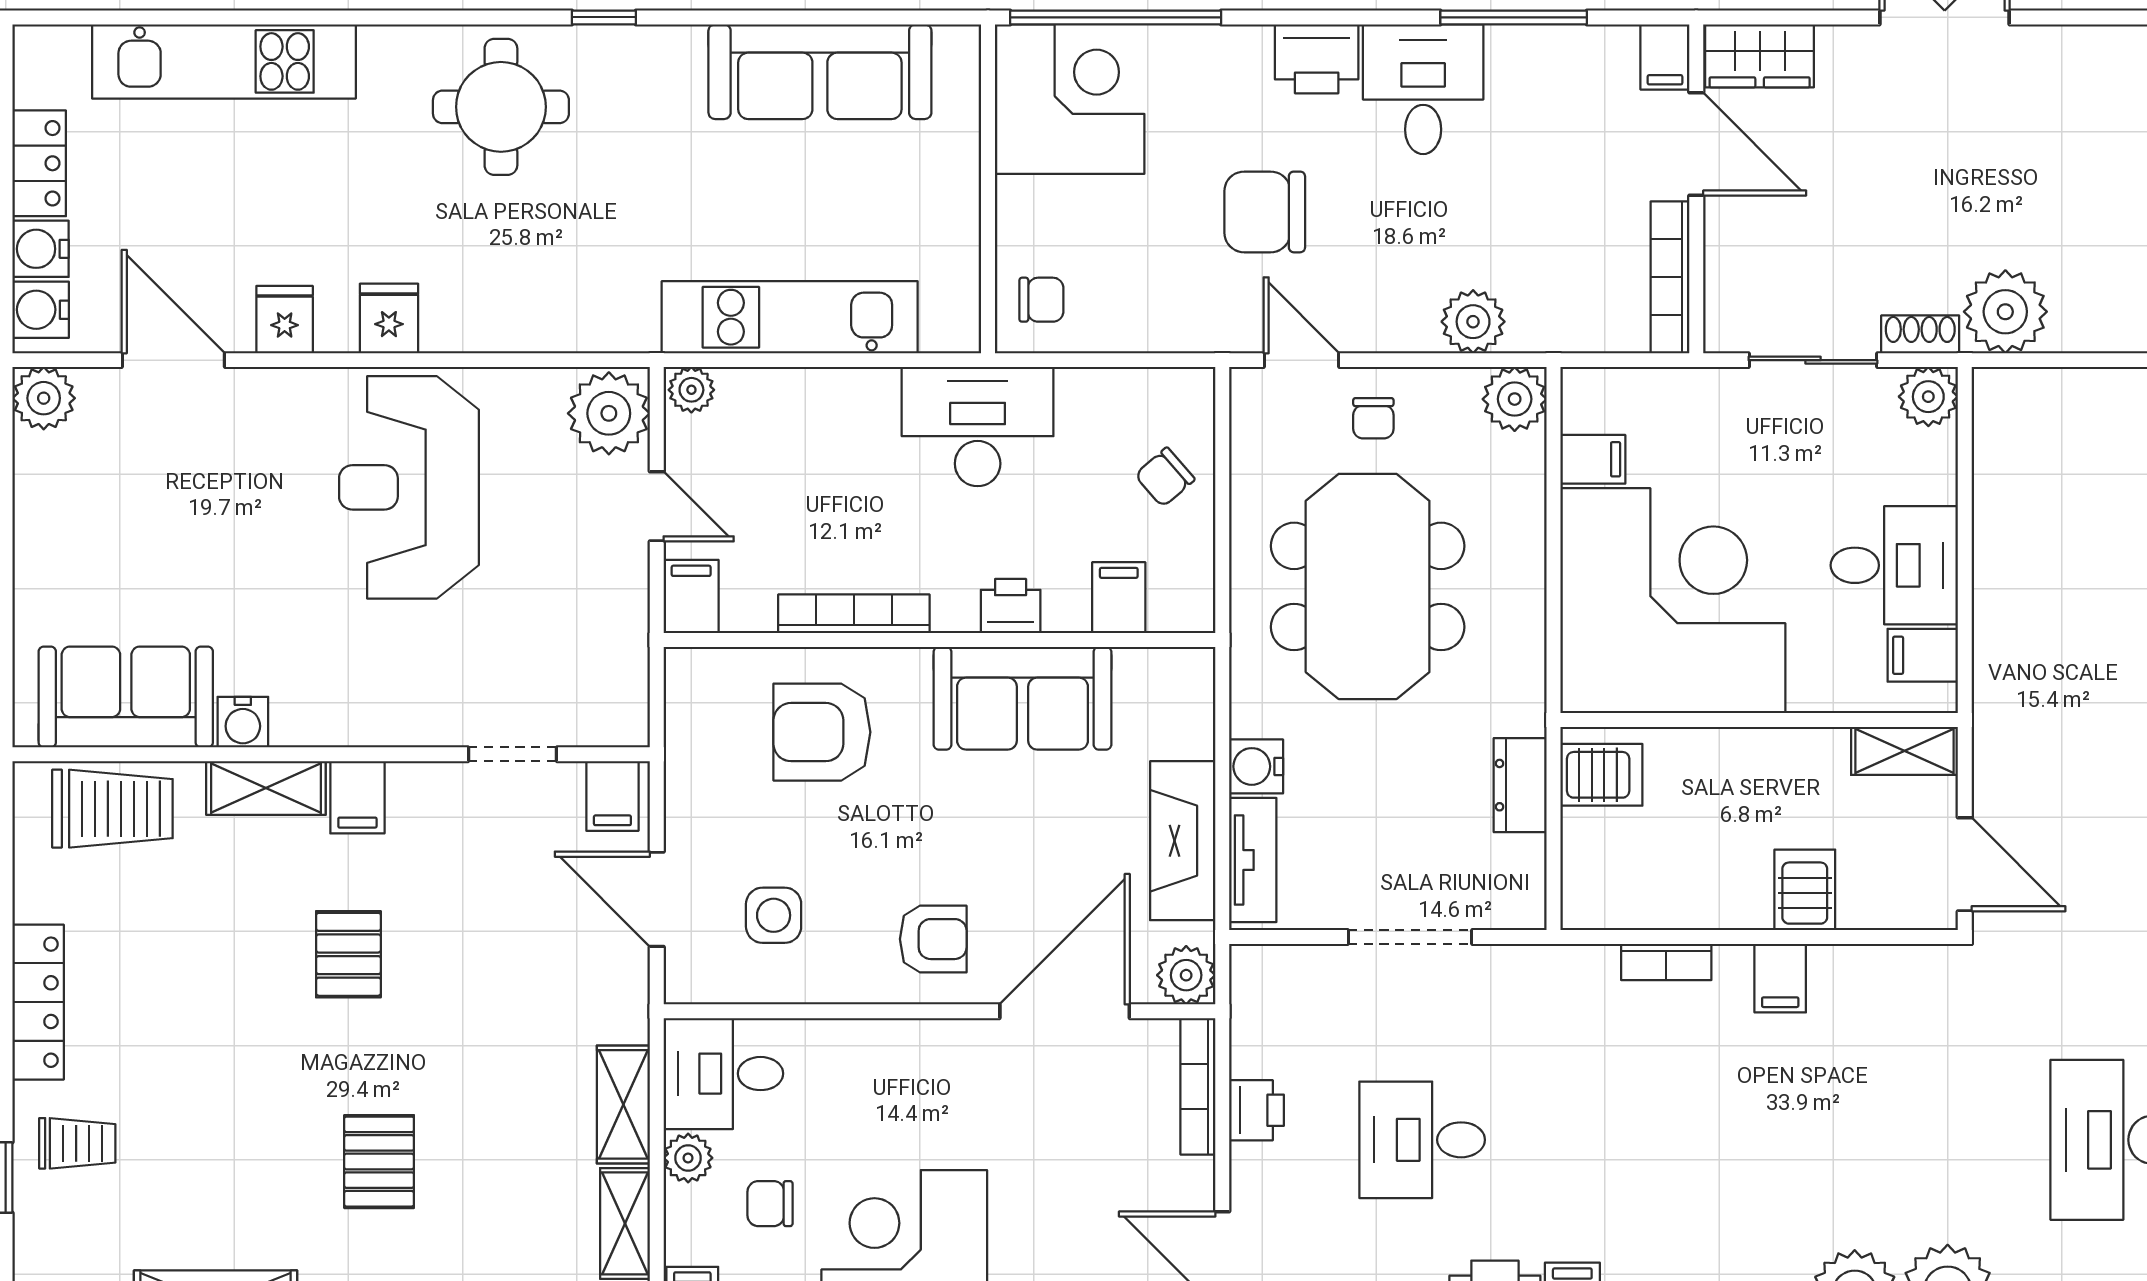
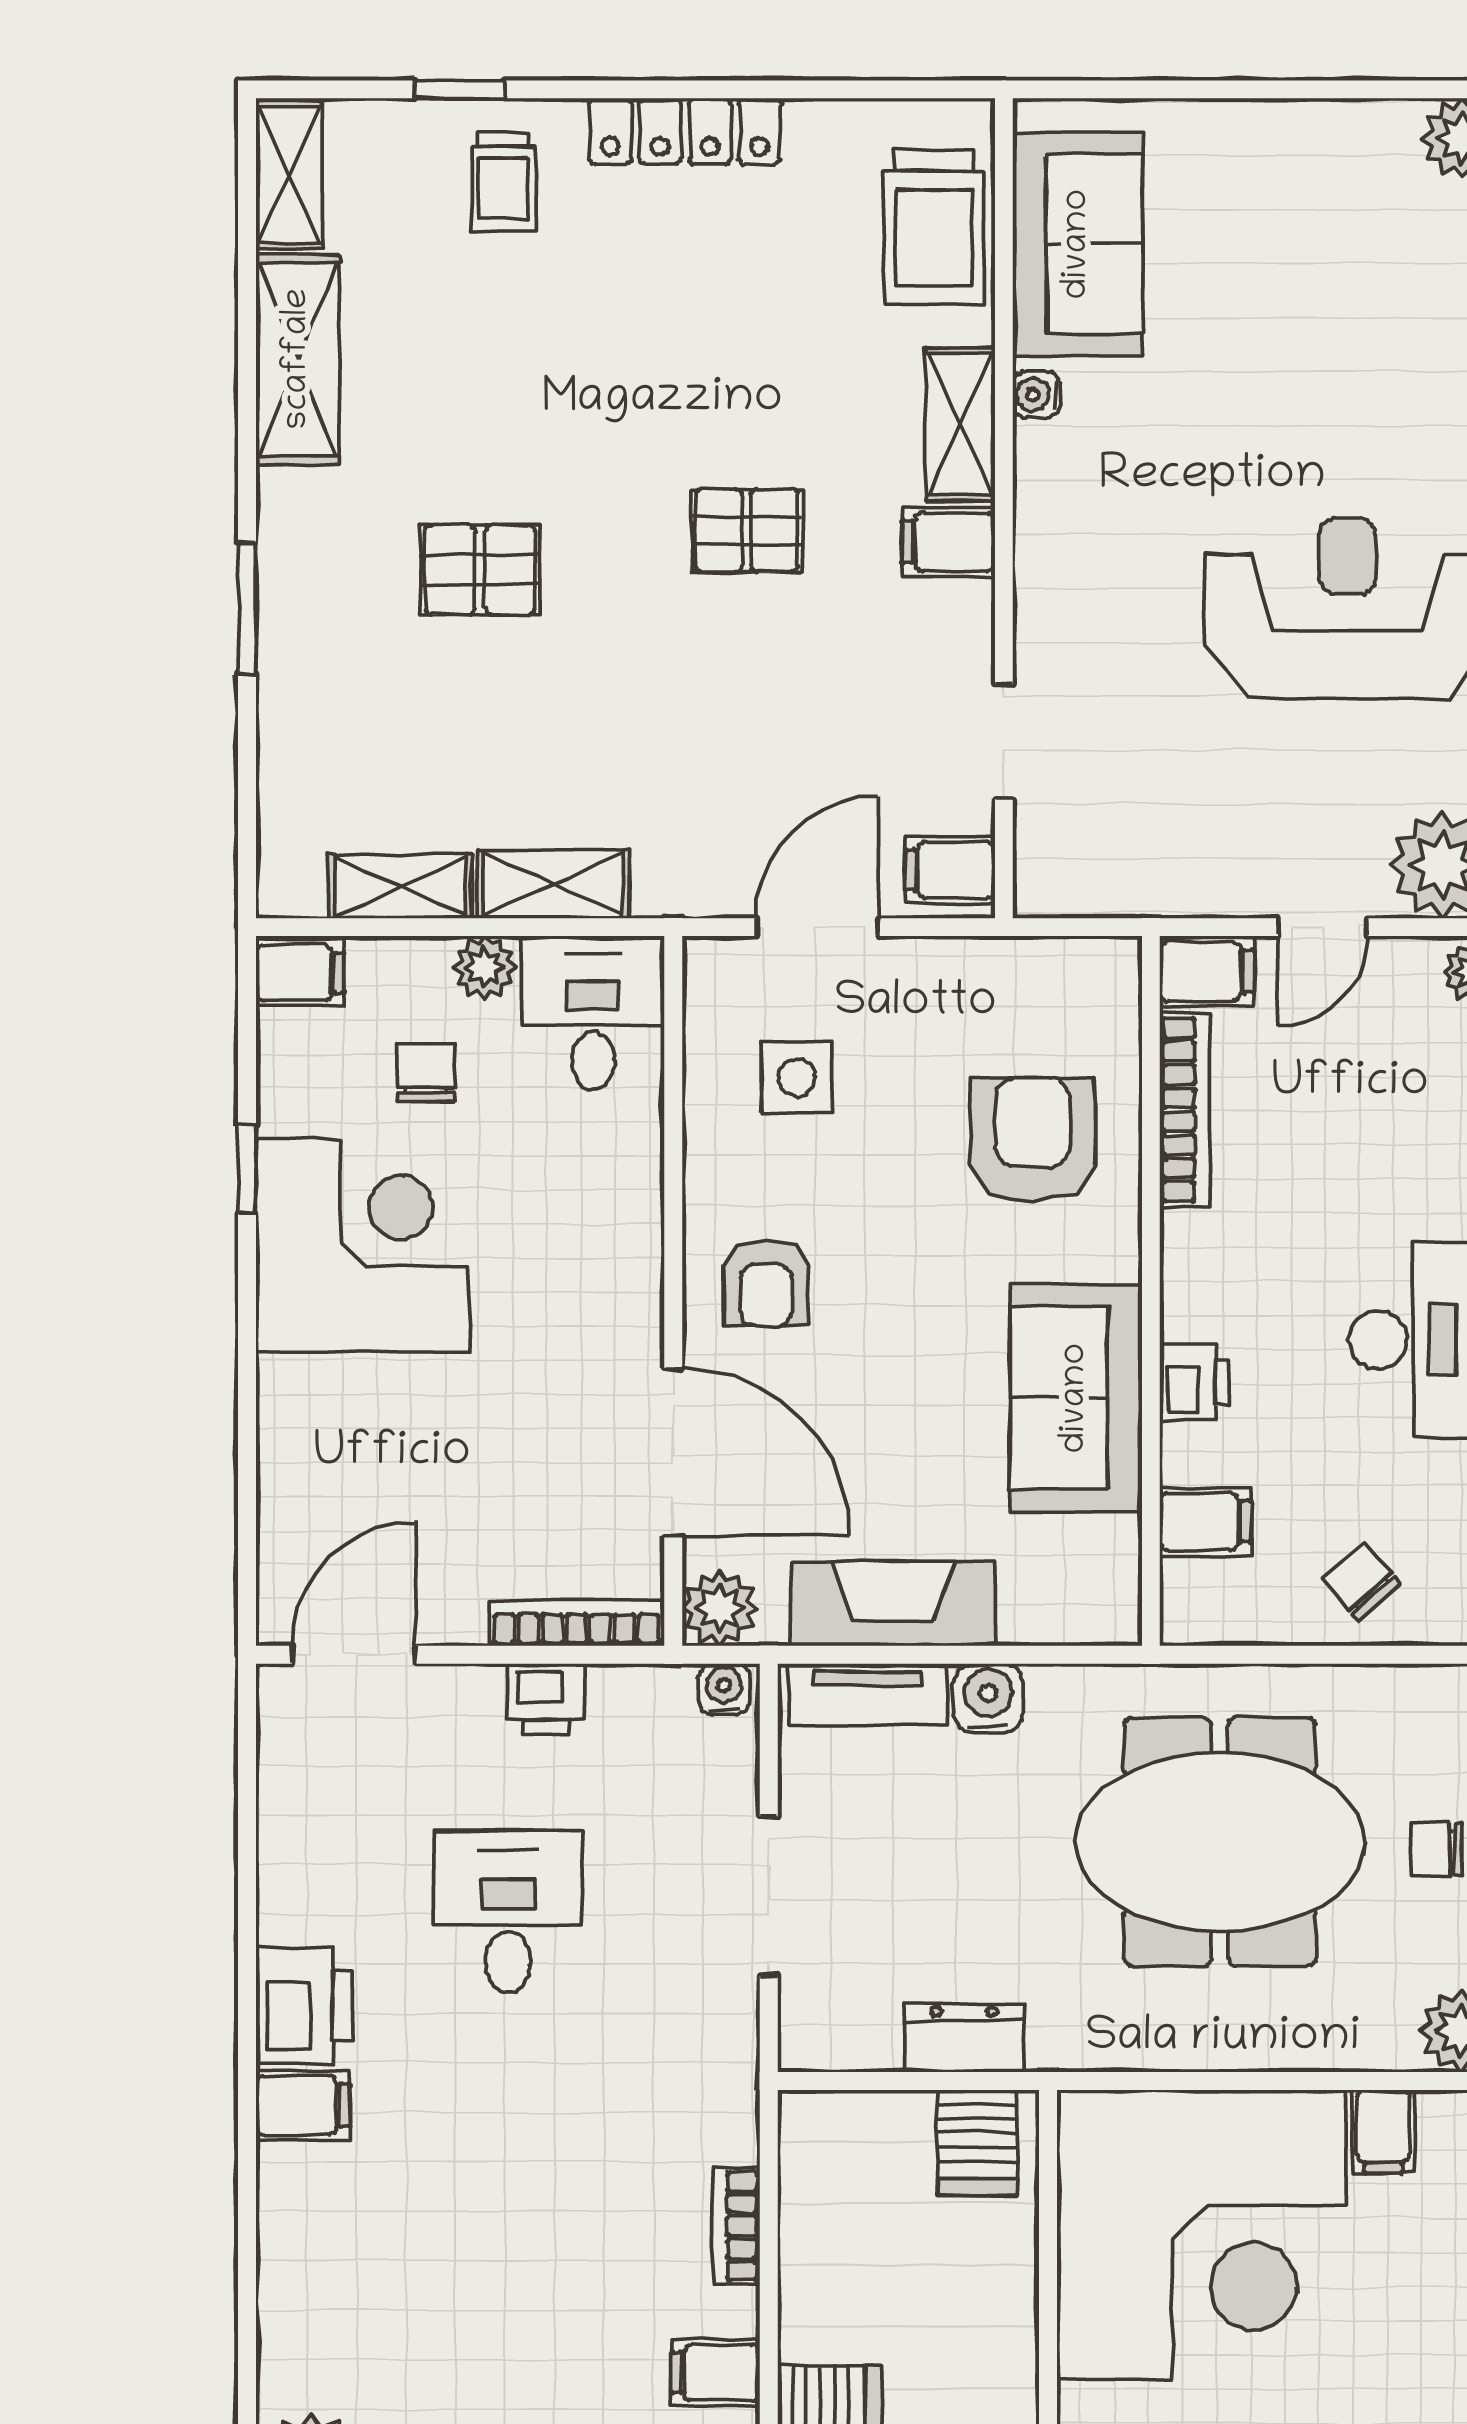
bookcase: (854, 614) -> (1185, 1110), moved
water cooler: (243, 722) -> (1036, 395), width x0.72, depth x0.72
water cooler: (1249, 972) -> (724, 1689), added

